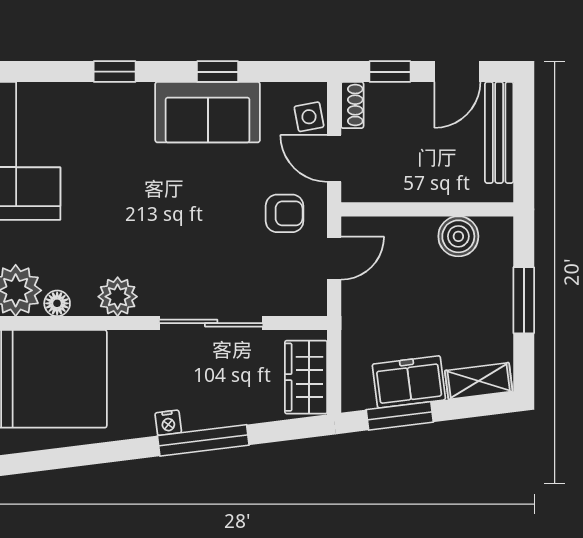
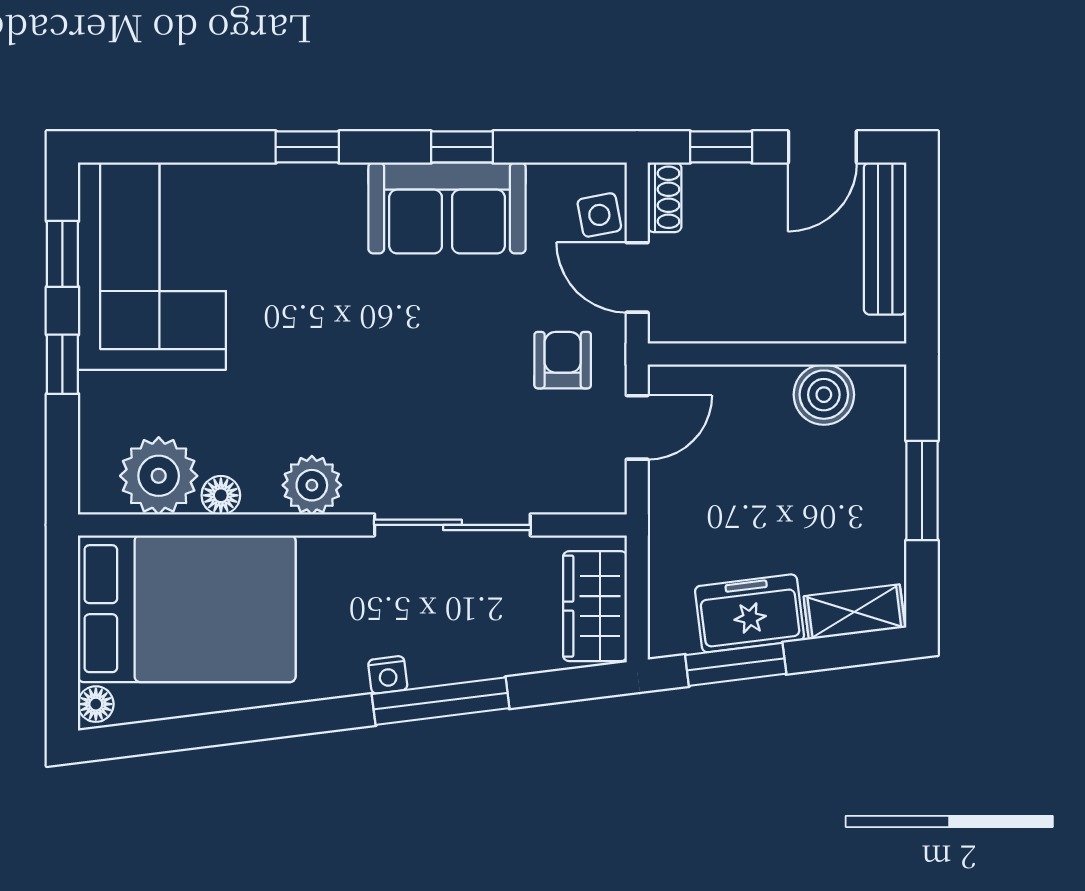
armchair: (285, 213) -> (563, 360), turned -90

